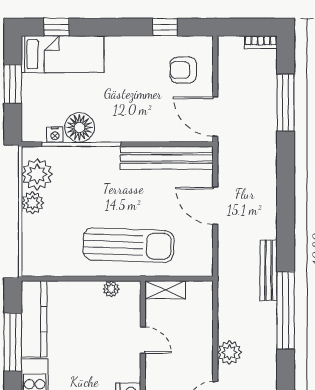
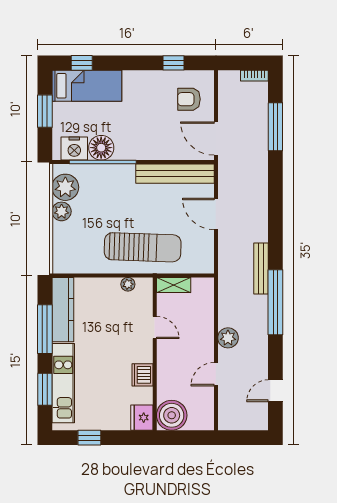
nightstand: (55, 134) -> (74, 148), width x1.89, depth x1.79

